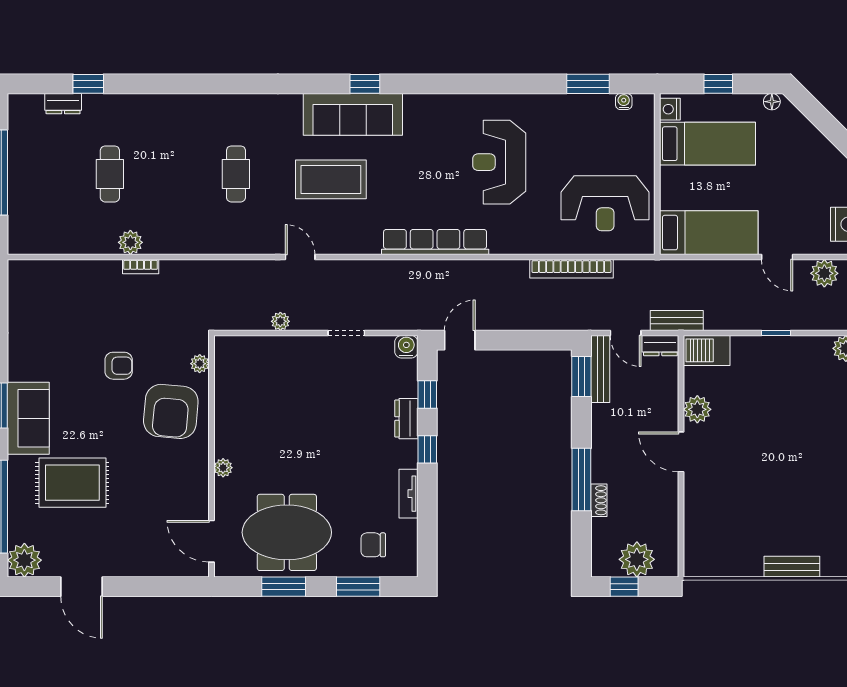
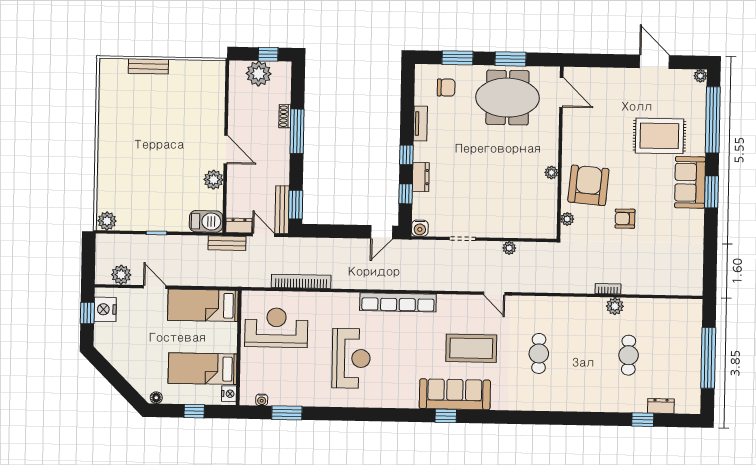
plant: (223, 468) -> (551, 173), moved
plant: (24, 560) -> (700, 76), width x0.53, depth x0.53

